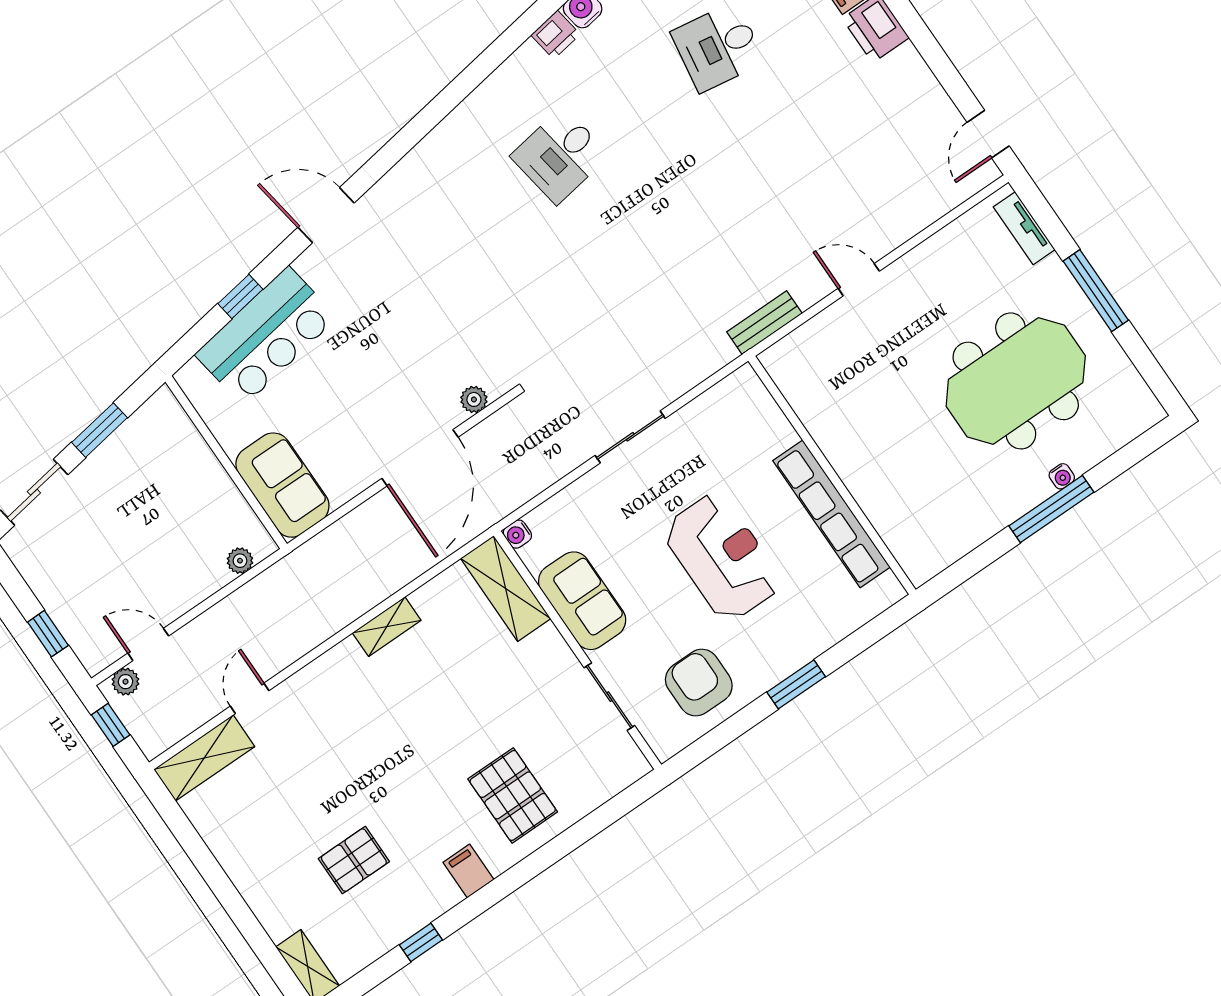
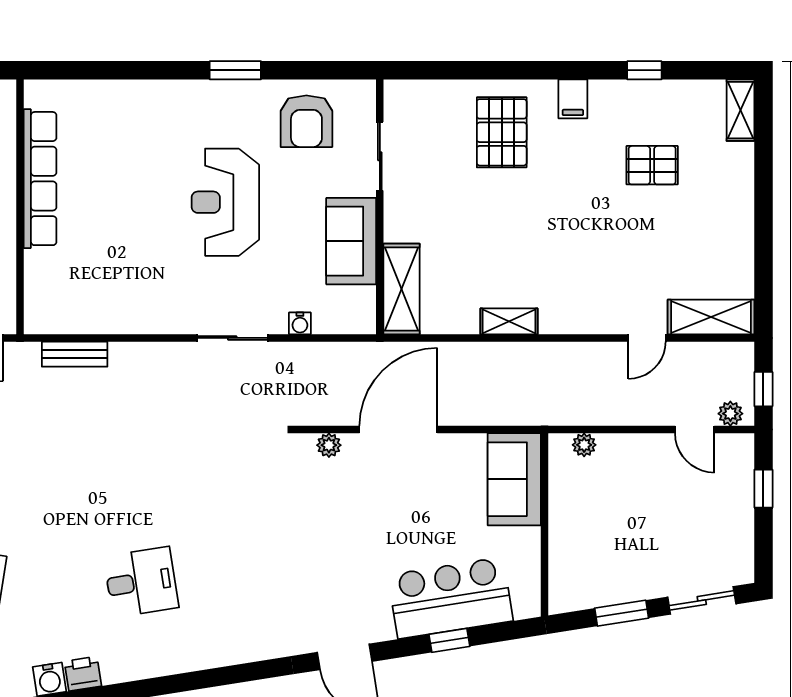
wall: (832, 475) -> (20, 207), moved
row of seats: (831, 514) -> (40, 179), moved
water cooler: (517, 534) -> (300, 323), moved, turned 90

